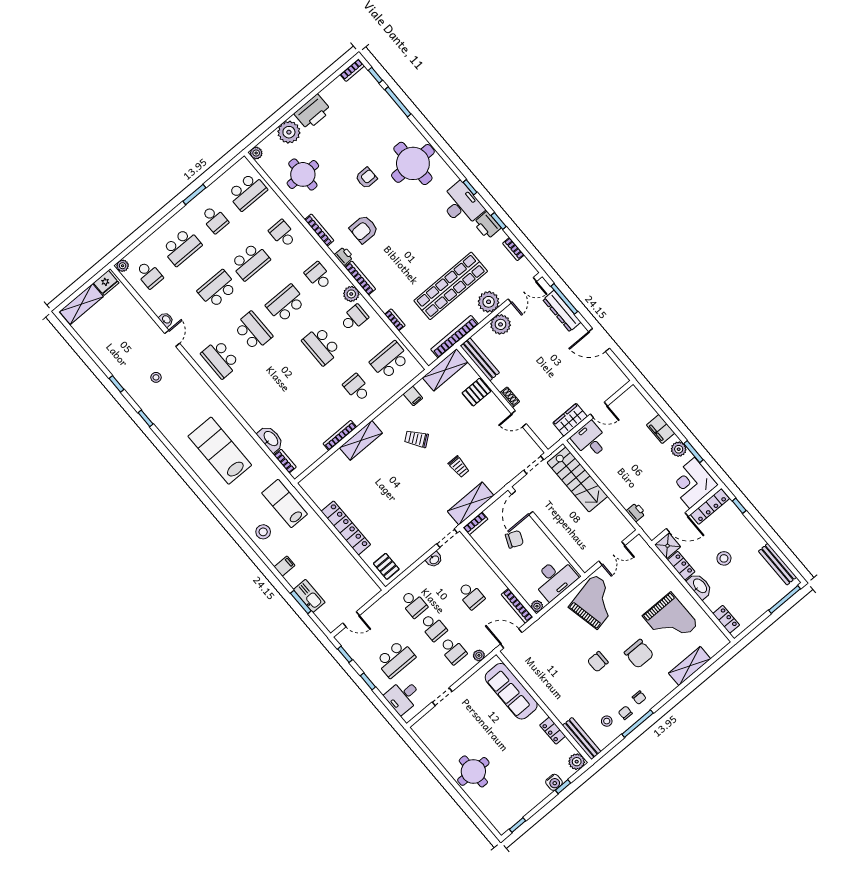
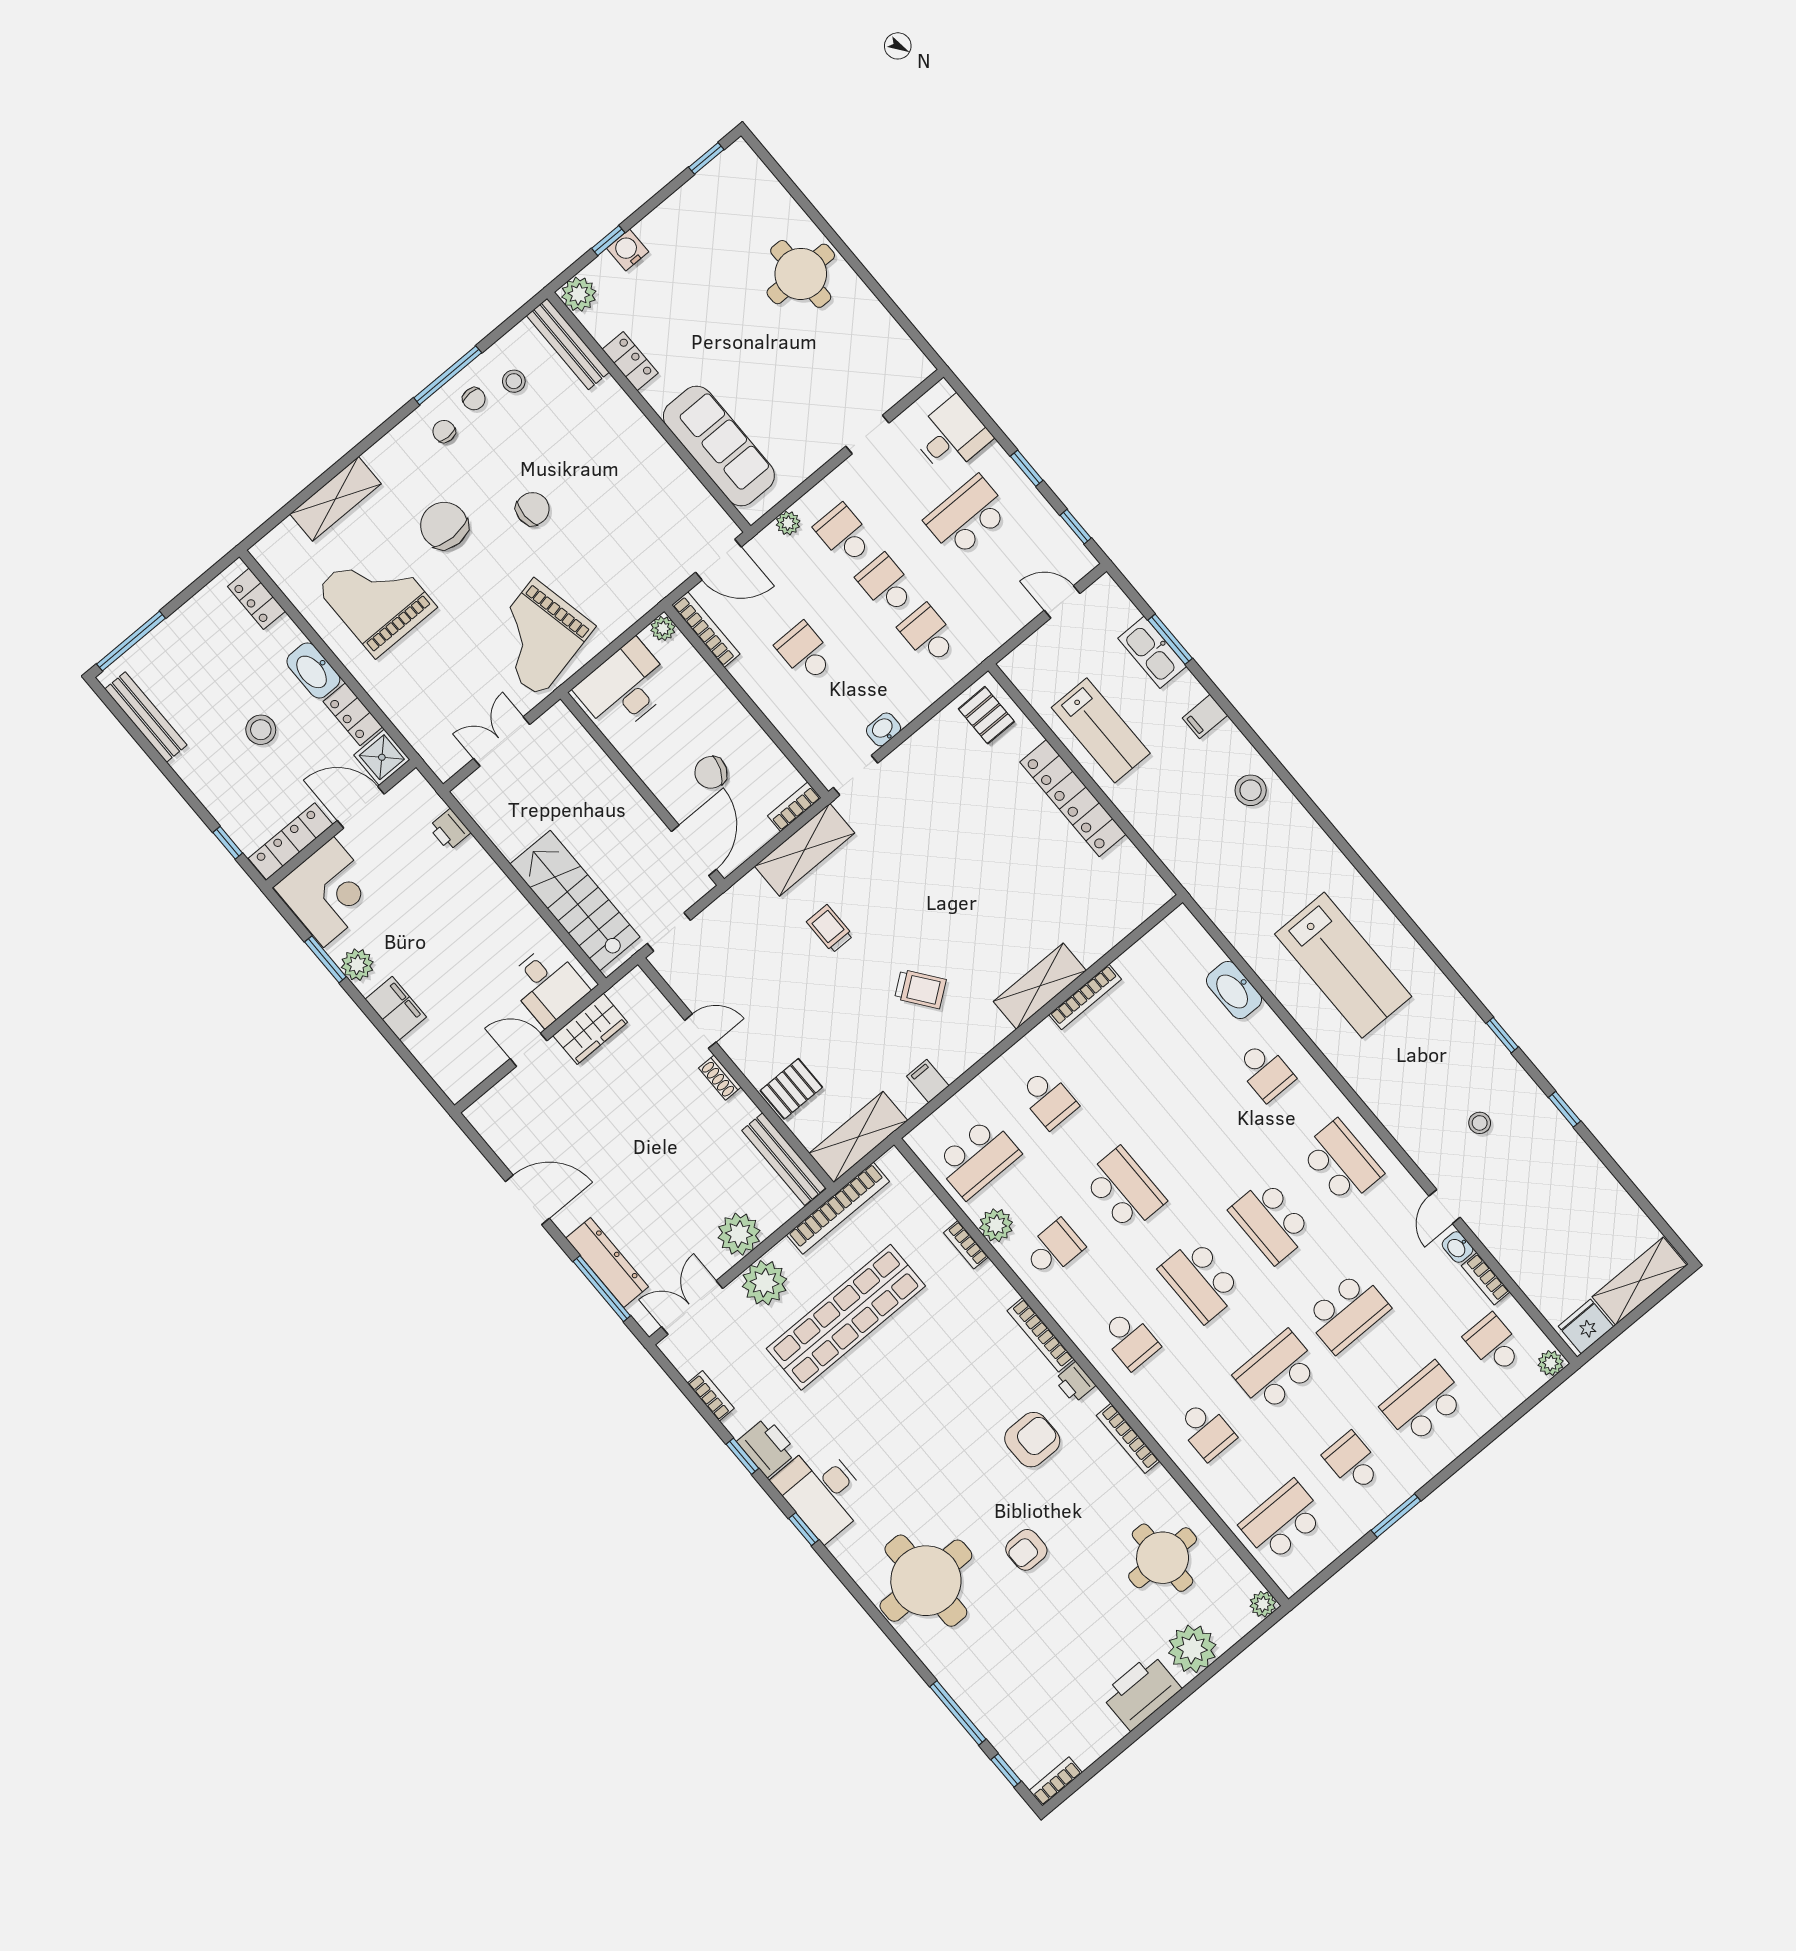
plant: (351, 294) -> (996, 1225), moved
school desk: (286, 304) -> (1200, 1280), turned 90
school desk: (354, 318) -> (1054, 1249), turned 180
school desk: (256, 401) -> (1265, 1071), added
bookcase: (285, 461) -> (1486, 1279), moved
lab bench: (285, 503) -> (1101, 730), moved

